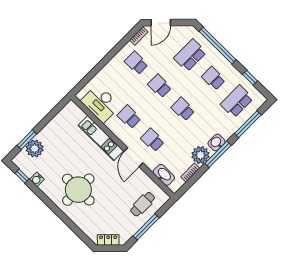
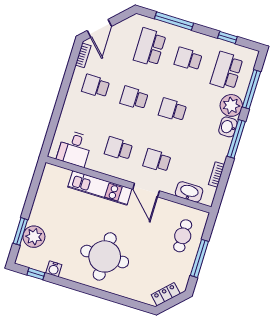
window: (218, 45) -> (174, 21), width x0.68
desk: (100, 103) -> (75, 149), width x0.73
plant: (200, 155) -> (231, 105), moved

